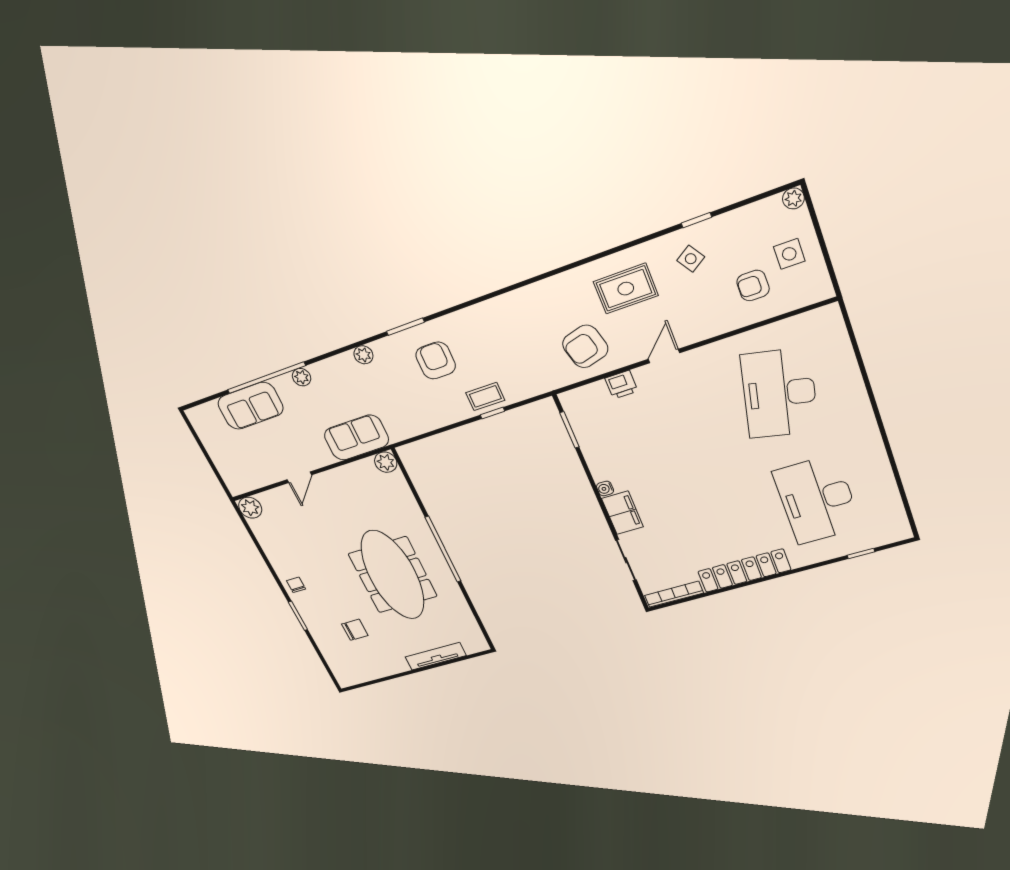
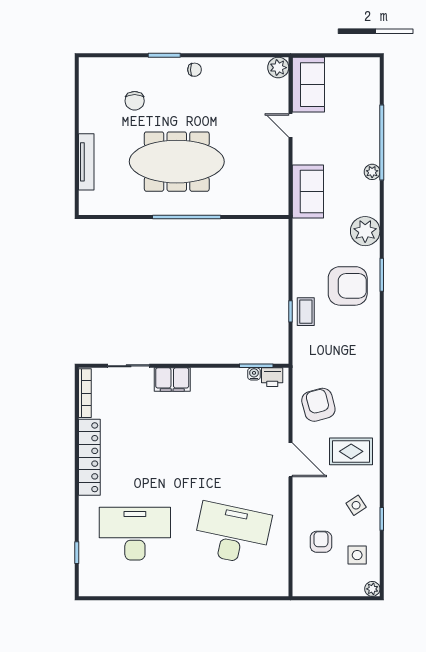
side table: (789, 254) -> (357, 555), moved
rug: (626, 289) -> (351, 451), turned 90
plant: (363, 355) -> (365, 231), width x1.87, depth x1.87
door: (664, 356) -> (291, 460), width x1.38
armchair: (436, 361) -> (348, 286), width x1.36, depth x1.36
printer: (621, 385) -> (272, 377), moved, turned -90
sofa: (250, 406) -> (308, 85), moved, turned 180
plant: (386, 462) -> (279, 206), removed
water cooler: (605, 489) -> (254, 374), moved

